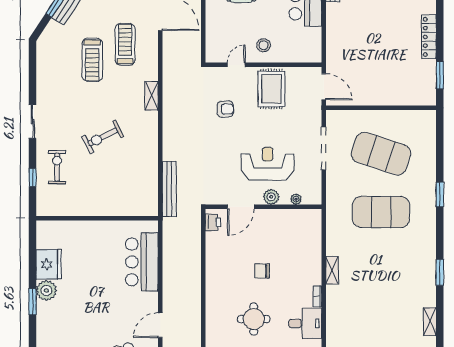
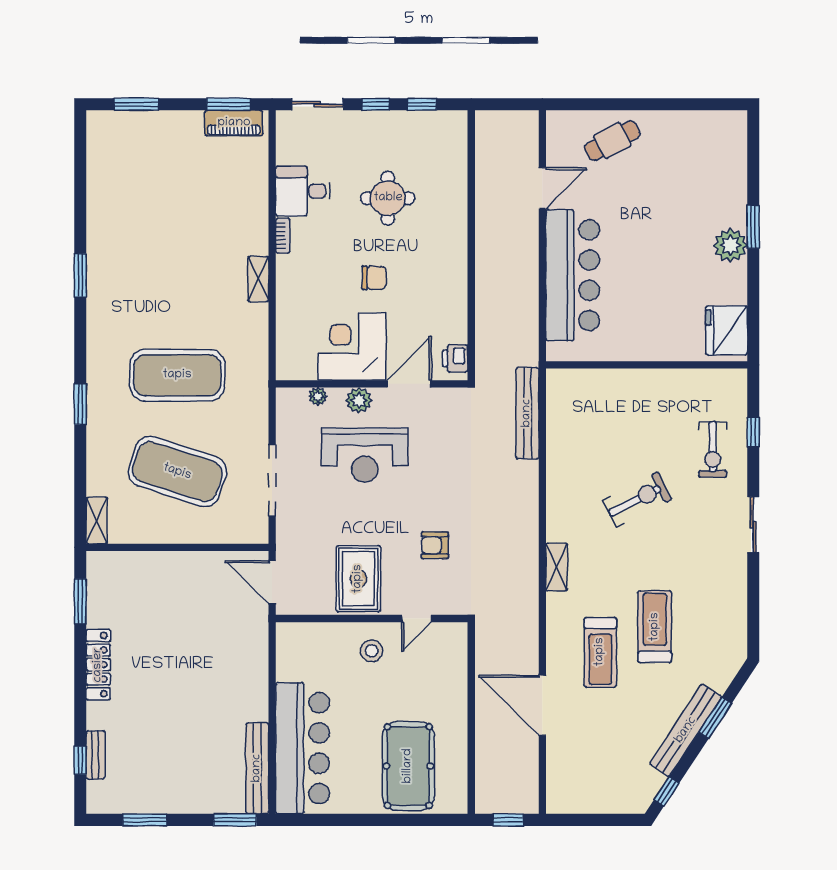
corner desk: (275, 229) -> (352, 346), added
bar counter: (142, 262) -> (573, 275), width x1.36
fridge: (49, 264) -> (727, 330), moved
shelving: (430, 322) -> (97, 520), moved

